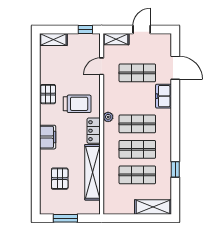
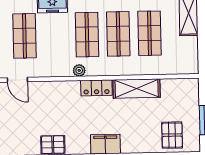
trolley: (77, 104) -> (64, 109), removed
shelving: (92, 172) -> (137, 88), width x0.68
pallet: (60, 179) -> (172, 135), moved, turned 90

